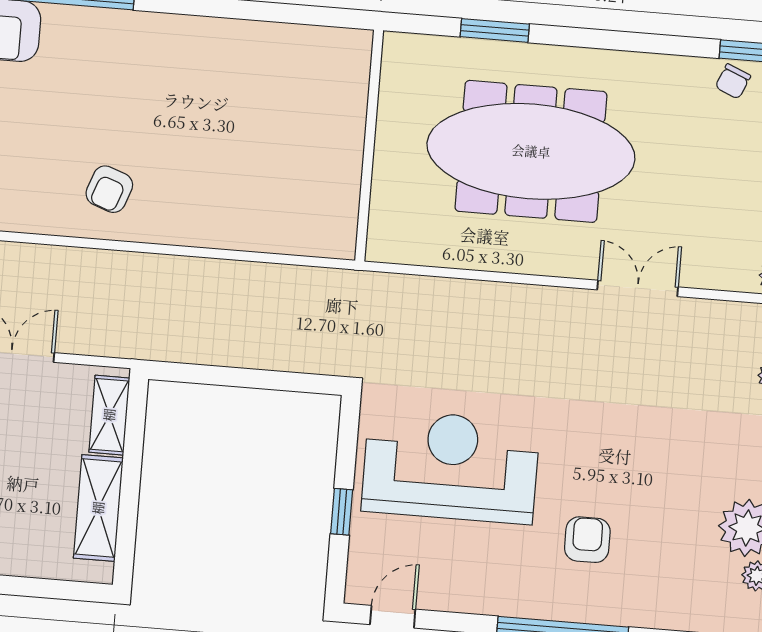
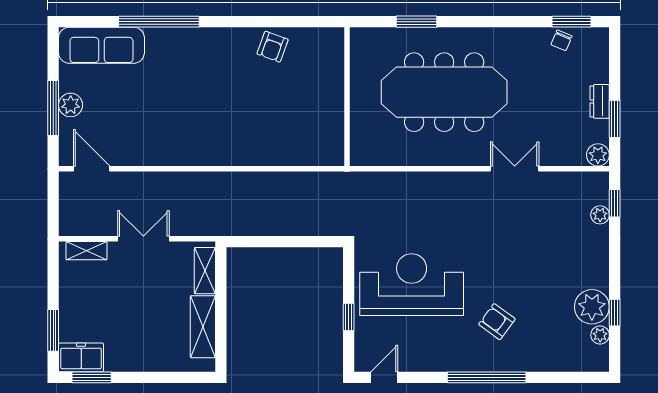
armchair: (109, 189) -> (273, 47), moved
armchair: (587, 540) -> (497, 322), turned -54

